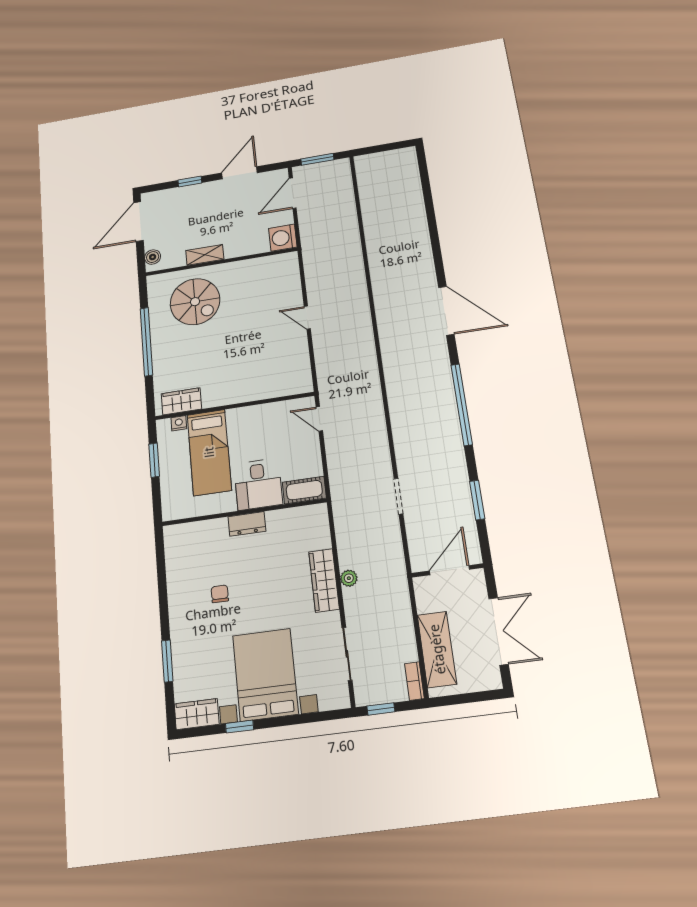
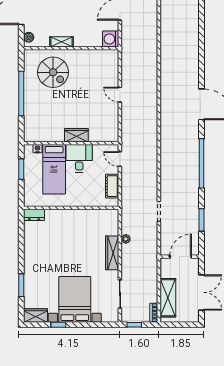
wardrobe: (181, 401) -> (76, 135), moved
desk: (258, 484) -> (79, 158), moved, turned 180
cot: (304, 490) -> (112, 186), moved, turned 90
dresser: (247, 524) -> (34, 215), moved
plant: (349, 578) -> (126, 239), moved
chair: (220, 594) -> (53, 252), removed

